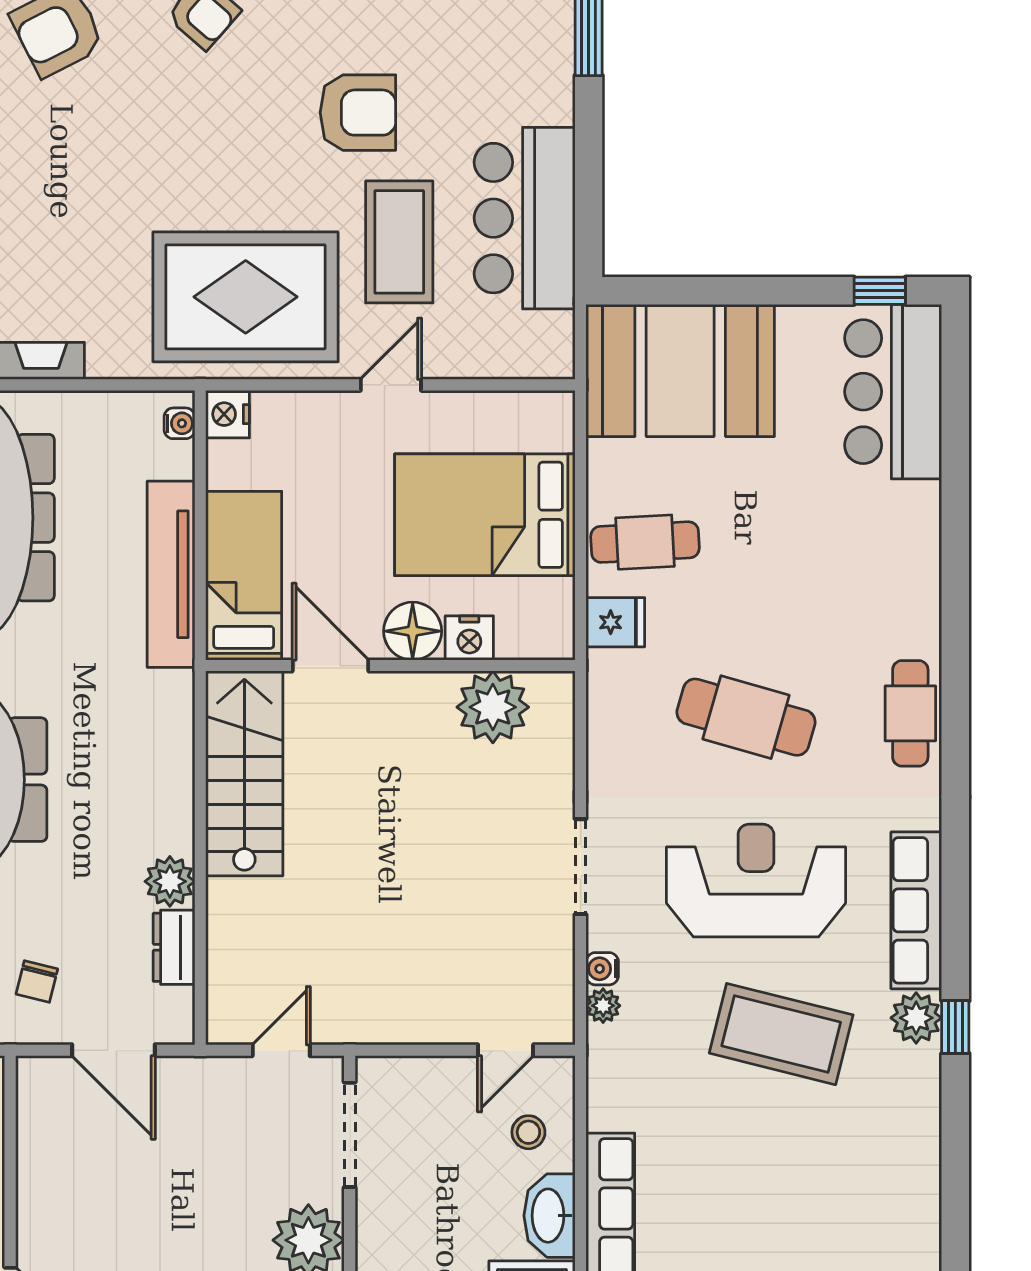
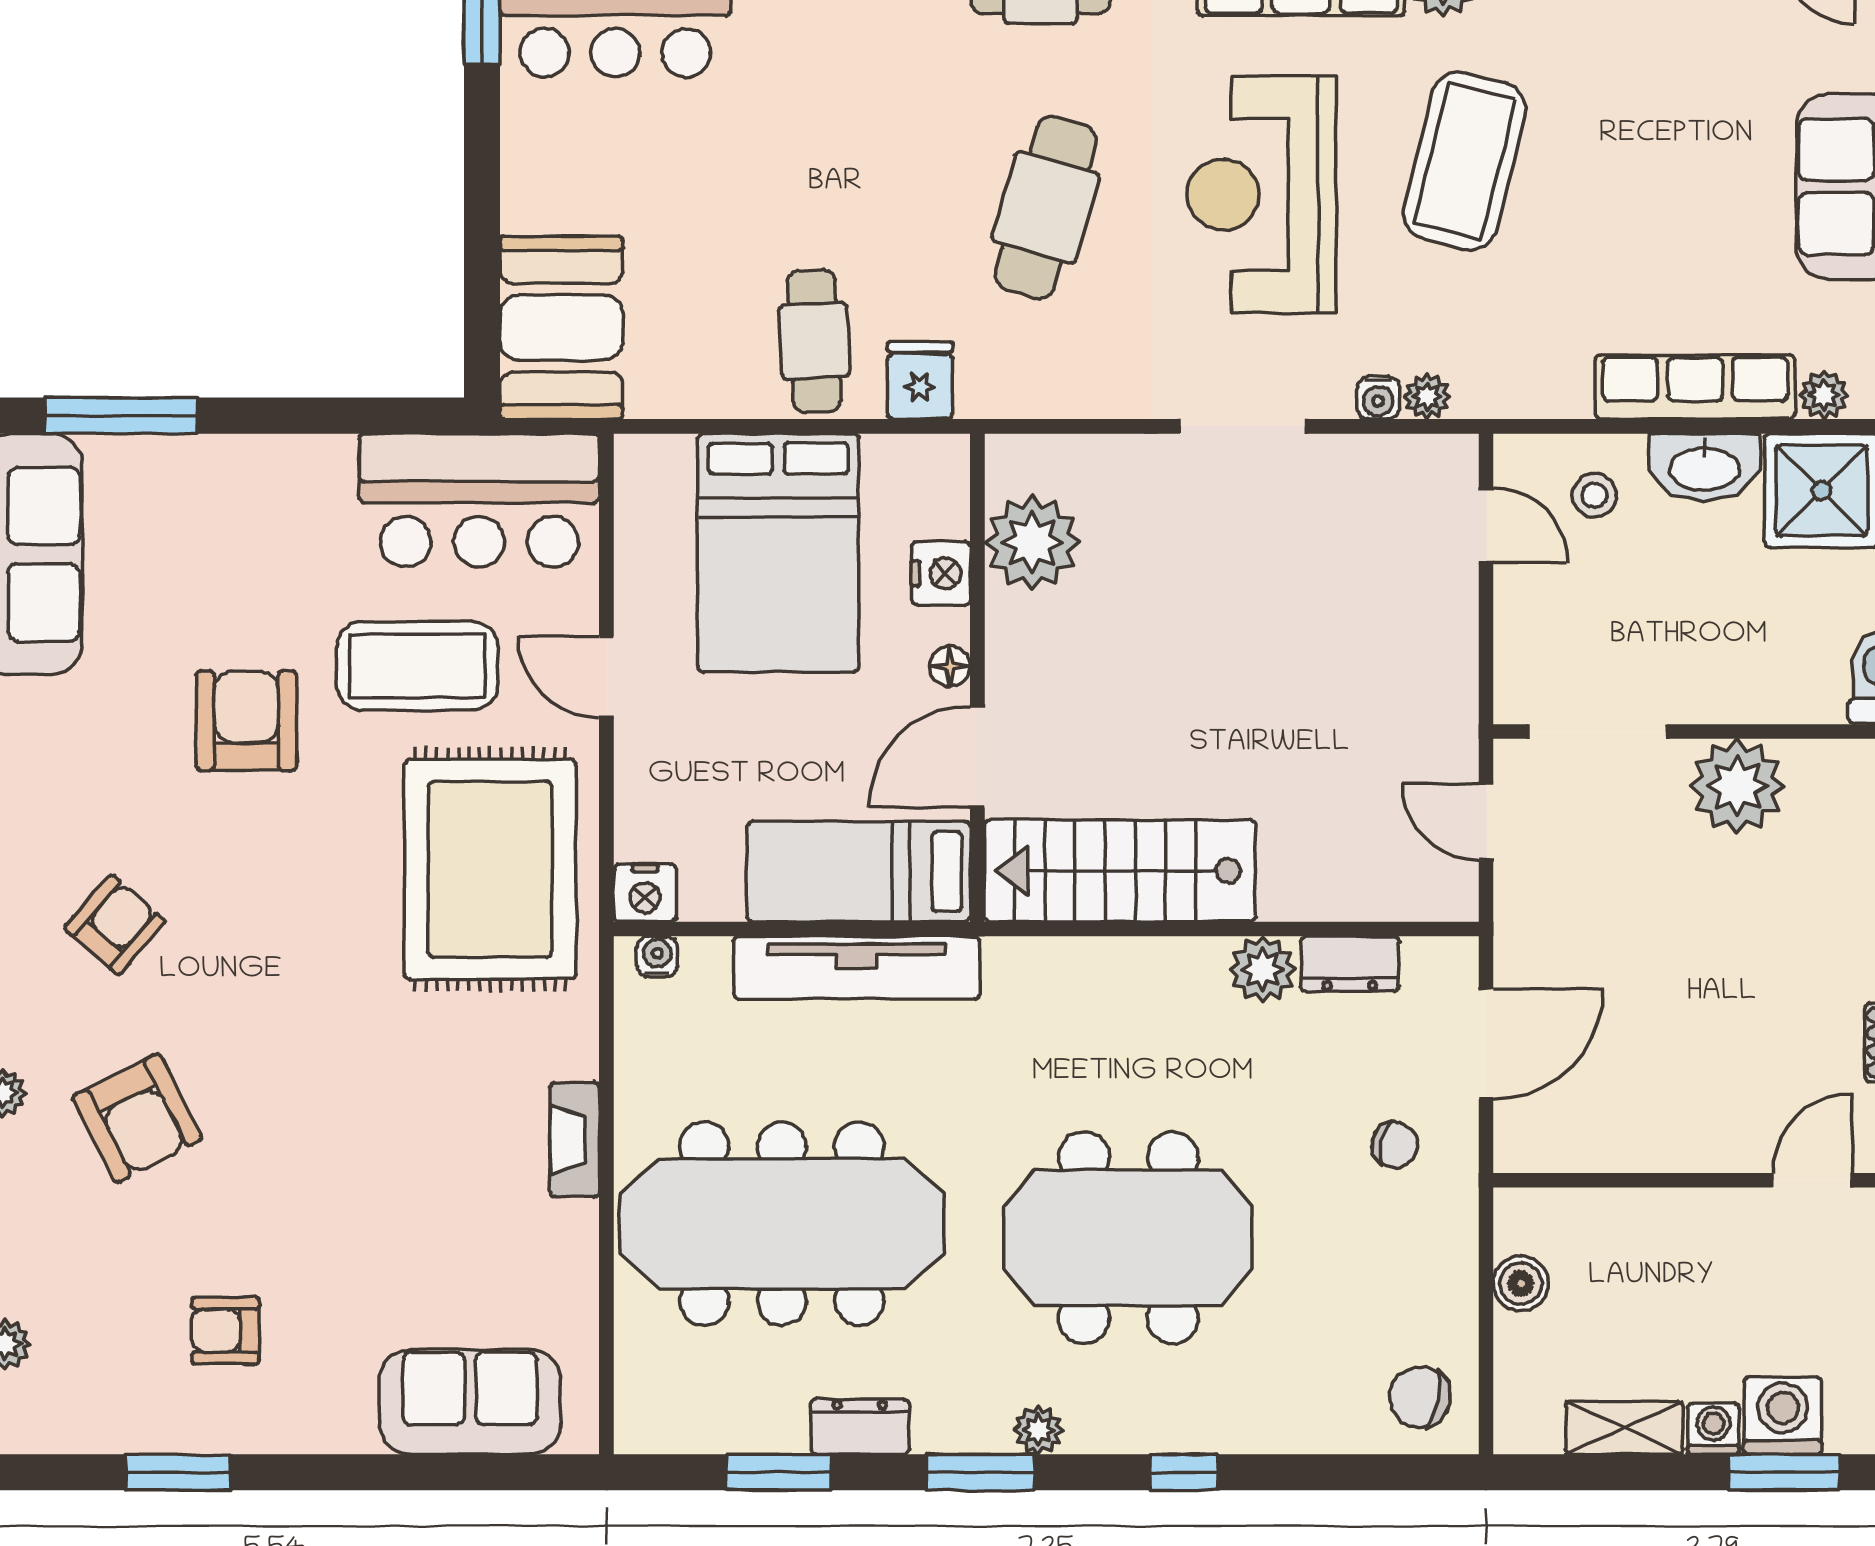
bar counter: (525, 218) -> (479, 500), moved
booth: (680, 370) -> (561, 328), width x0.73, depth x0.70
floor lamp: (413, 631) -> (950, 666), width x0.53, depth x0.53

